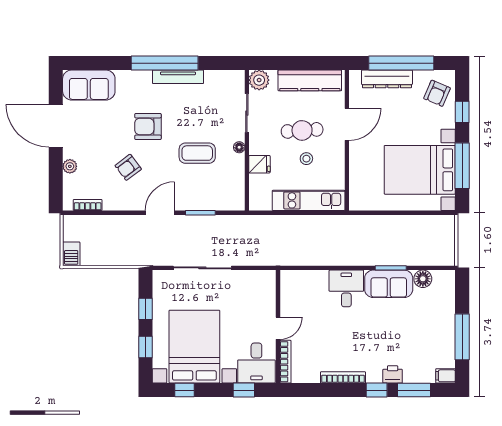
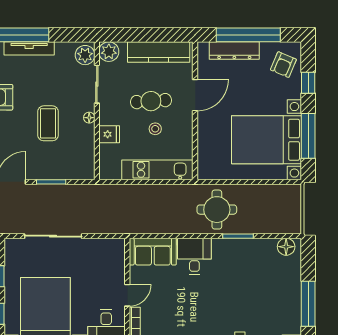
plant: (235, 84) -> (85, 55), added
coffee table: (197, 153) -> (48, 123), turned 90
round table: (369, 241) -> (217, 210), added
floor lamp: (423, 279) -> (286, 247), moved
sofa: (389, 284) -> (153, 252), moved

